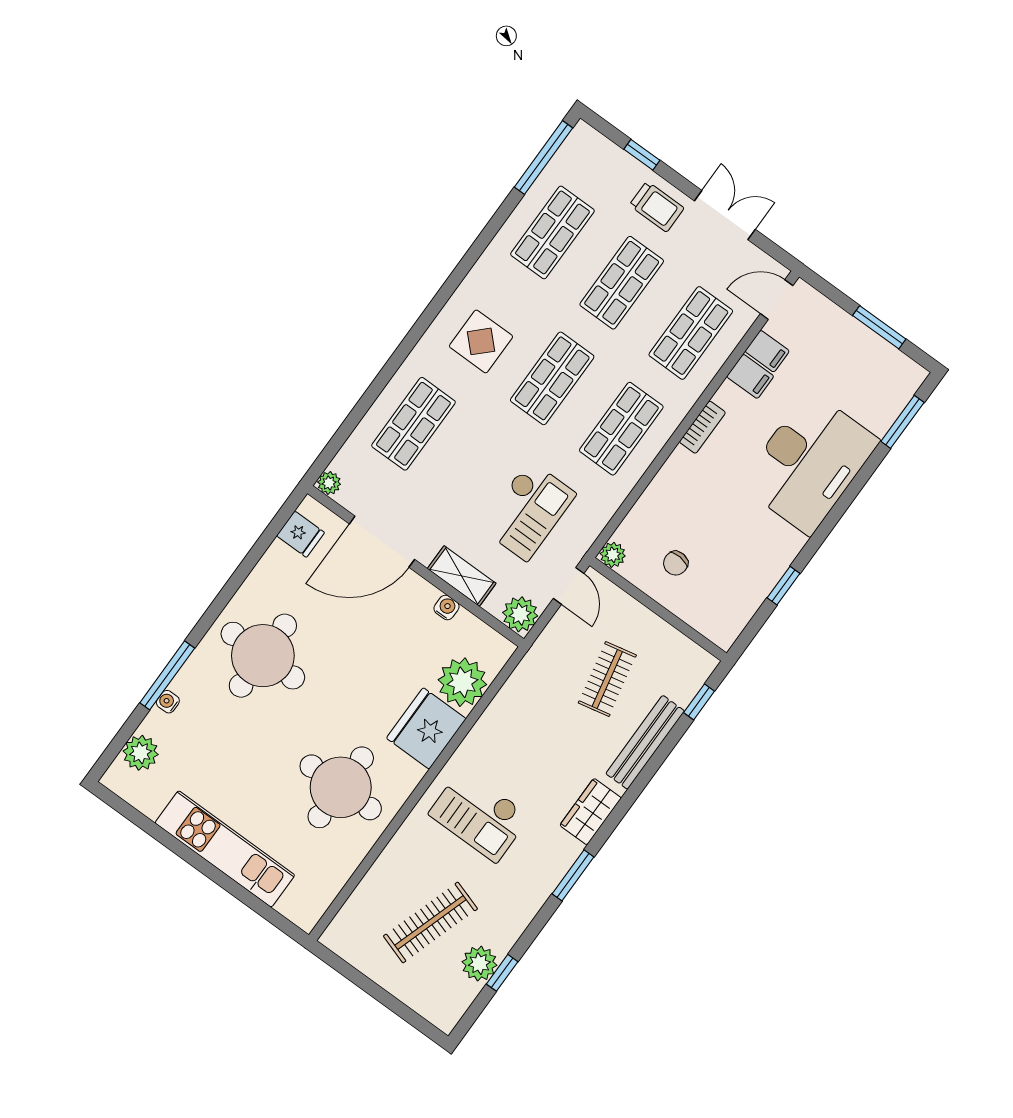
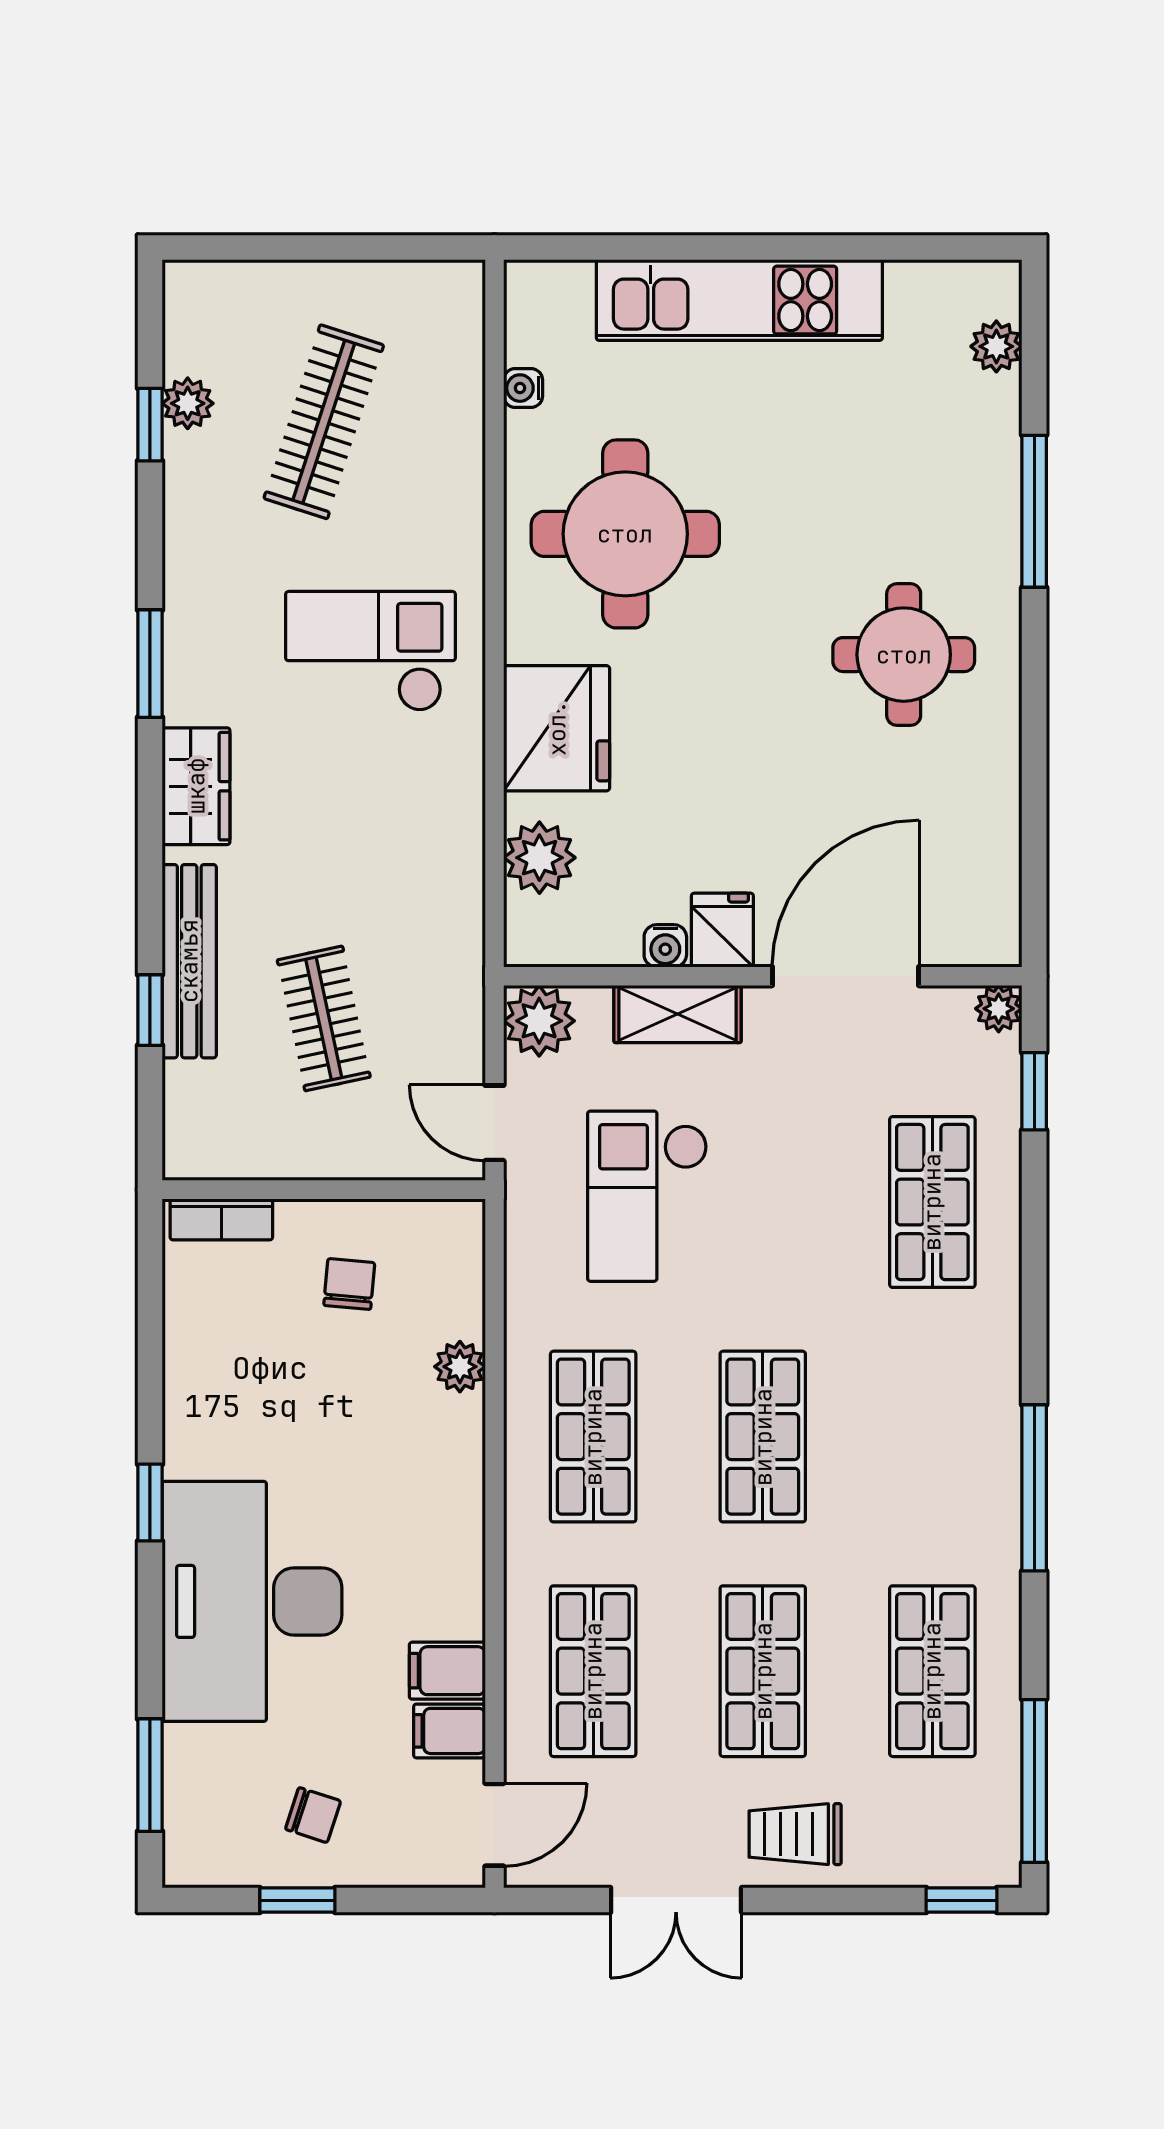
window: (642, 155) -> (962, 1900), moved
window: (457, 277) -> (1034, 1488), added
window: (879, 327) -> (297, 1900), width x0.67
display table: (481, 341) -> (920, 1413), removed
chair: (848, 357) -> (313, 1815), added
bookcase: (702, 427) -> (221, 1219), moved, turned -90
window: (339, 439) -> (1034, 1091), added
fridge: (301, 534) -> (722, 930), moved, turned 90
plant: (613, 555) -> (460, 1367), moved
window: (783, 586) -> (150, 1503), moved
round table: (263, 656) -> (904, 655), width x0.73, depth x0.73
plant: (462, 682) -> (539, 858), width x0.73, depth x0.73
water cooler: (168, 702) -> (523, 388), moved, turned 180
window: (699, 702) -> (150, 1010), moved
plant: (141, 753) -> (996, 346), width x0.73, depth x0.73
plant: (479, 964) -> (188, 403), width x0.73, depth x0.73

